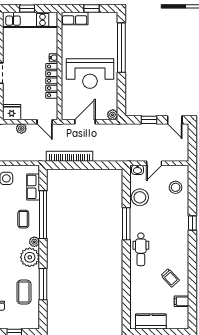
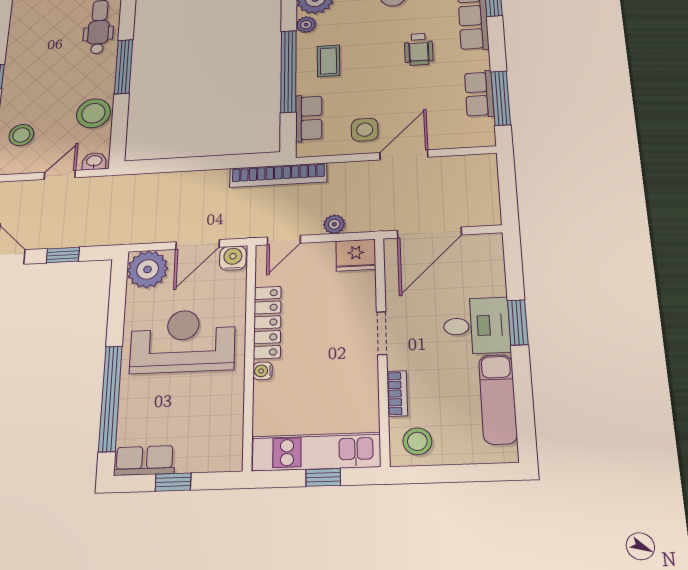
row of seats: (75, 18) -> (144, 461), moved
water cooler: (68, 114) -> (233, 258), added
plant: (113, 115) -> (148, 269), width x1.88, depth x1.88
door: (45, 122) -> (284, 240), swing flipped
bookcase: (70, 156) -> (278, 175), moved

